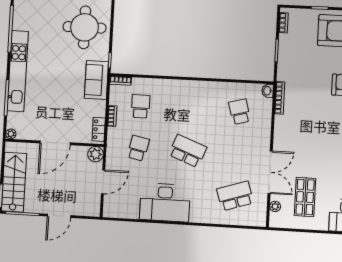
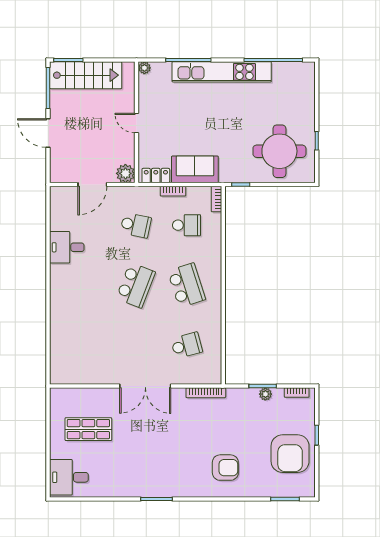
sofa: (96, 80) -> (195, 169), moved
washbasin: (268, 91) -> (214, 378), removed
door: (55, 143) -> (137, 123), width x0.53
double door: (270, 172) -> (145, 386), moved
door: (103, 182) -> (92, 185), hinge flipped
school desk: (235, 196) -> (187, 285), moved
desk: (165, 202) -> (67, 247), width x0.53, depth x0.77
plant: (275, 206) -> (265, 394), moved

